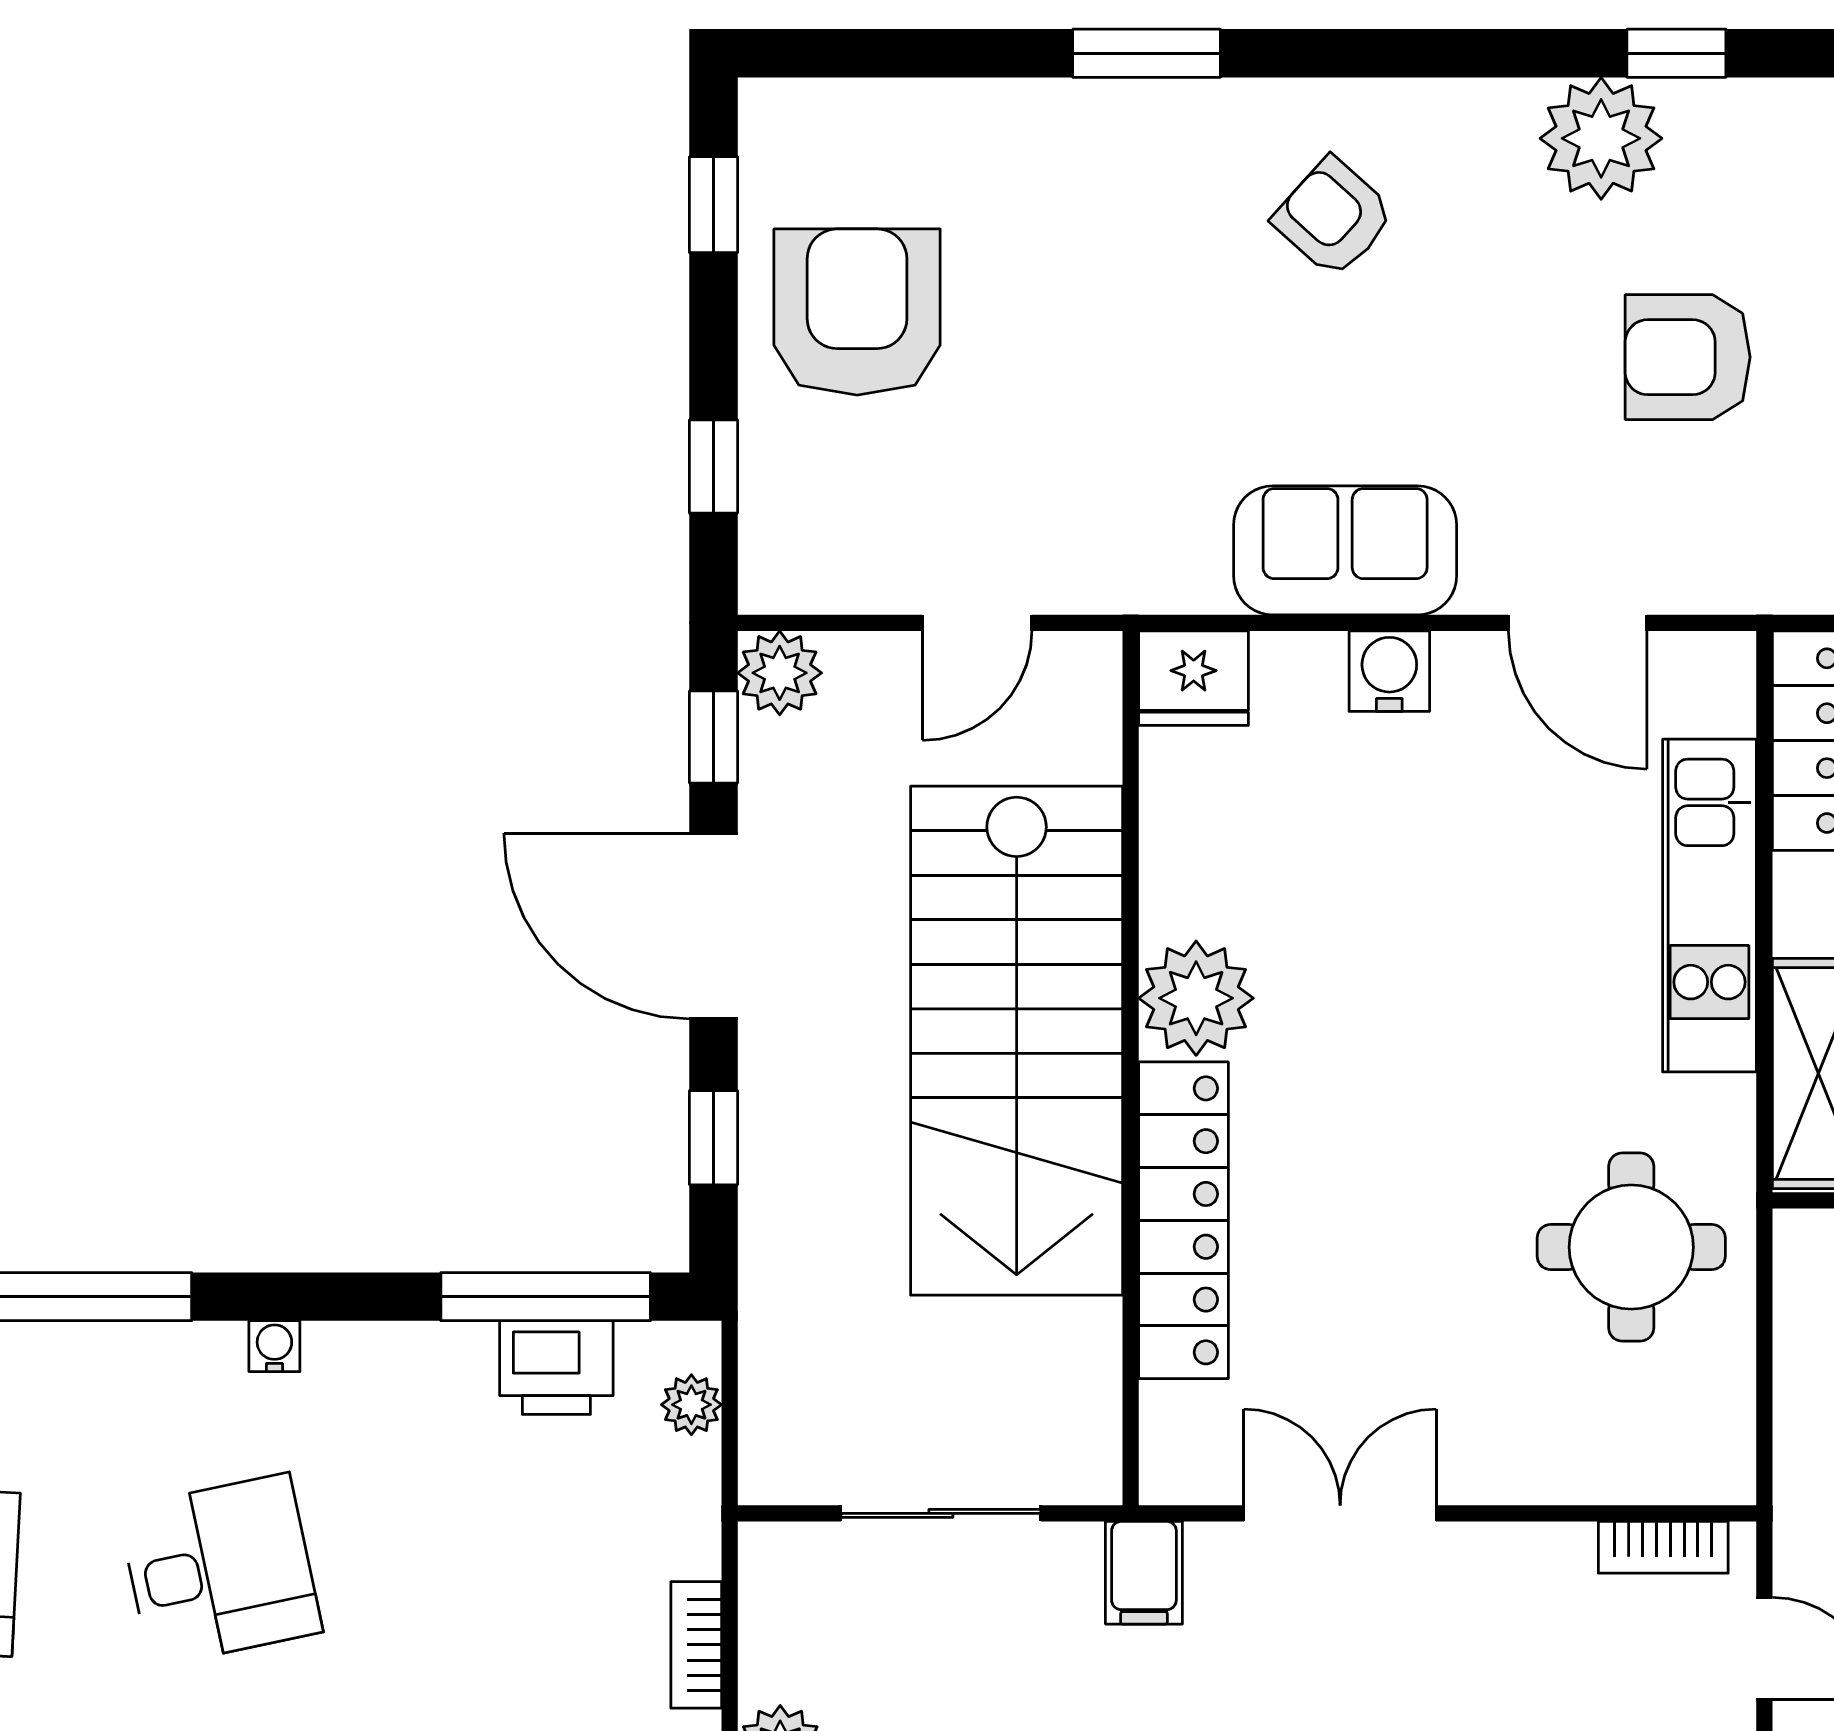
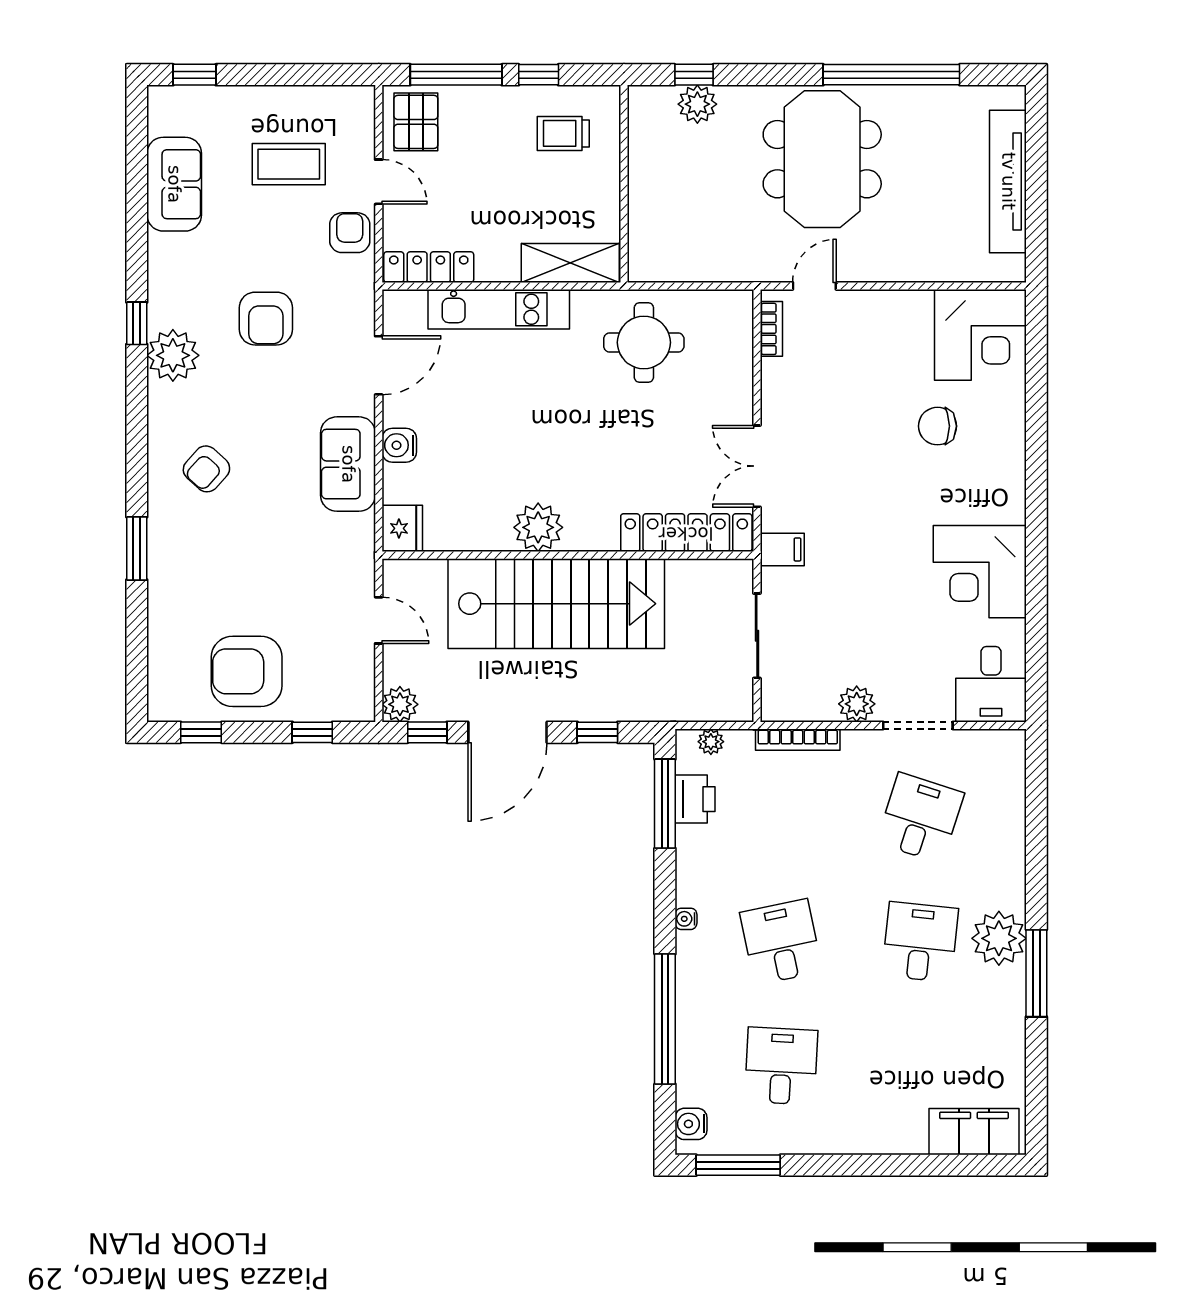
locker: (1183, 1220) -> (686, 533), moved
bookcase: (696, 1645) -> (798, 740), width x1.56

